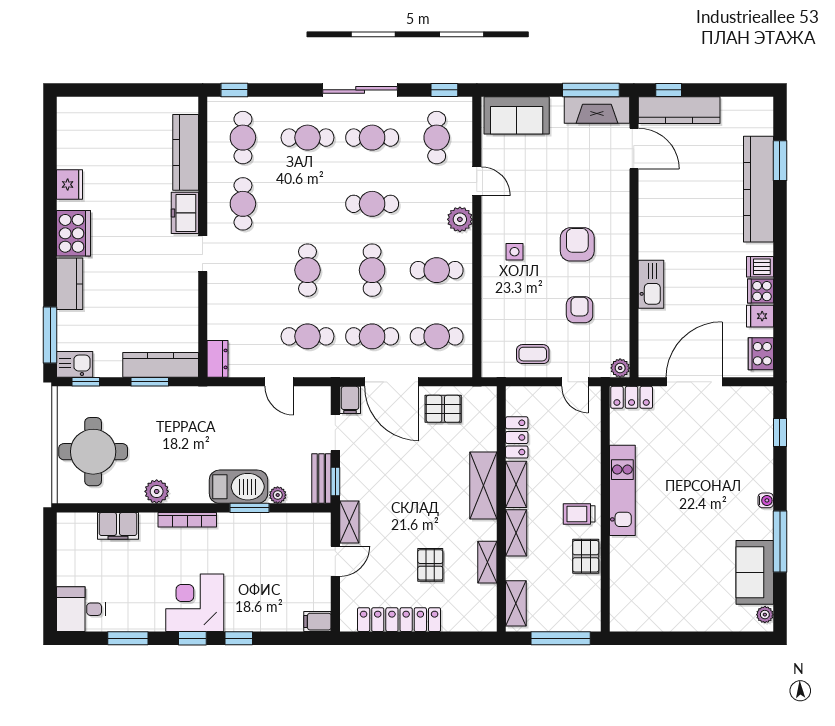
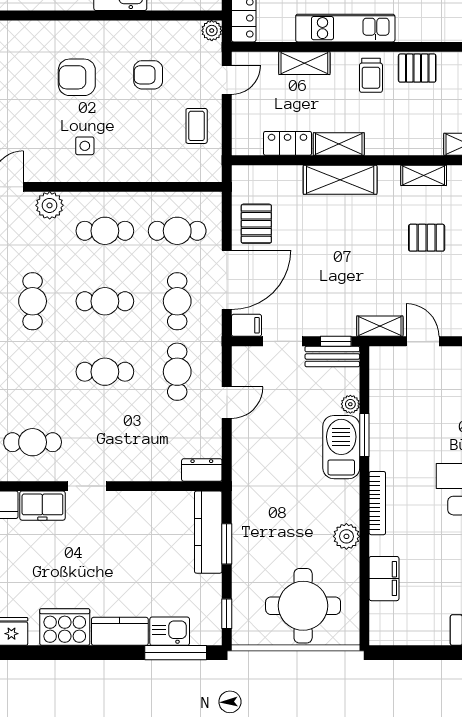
cafe table: (437, 270) -> (105, 231), turned 90
cafe table: (437, 336) -> (177, 231), turned 90
kitchen sink: (75, 364) -> (170, 631), moved, turned 90
shelving: (516, 533) -> (304, 63), moved

